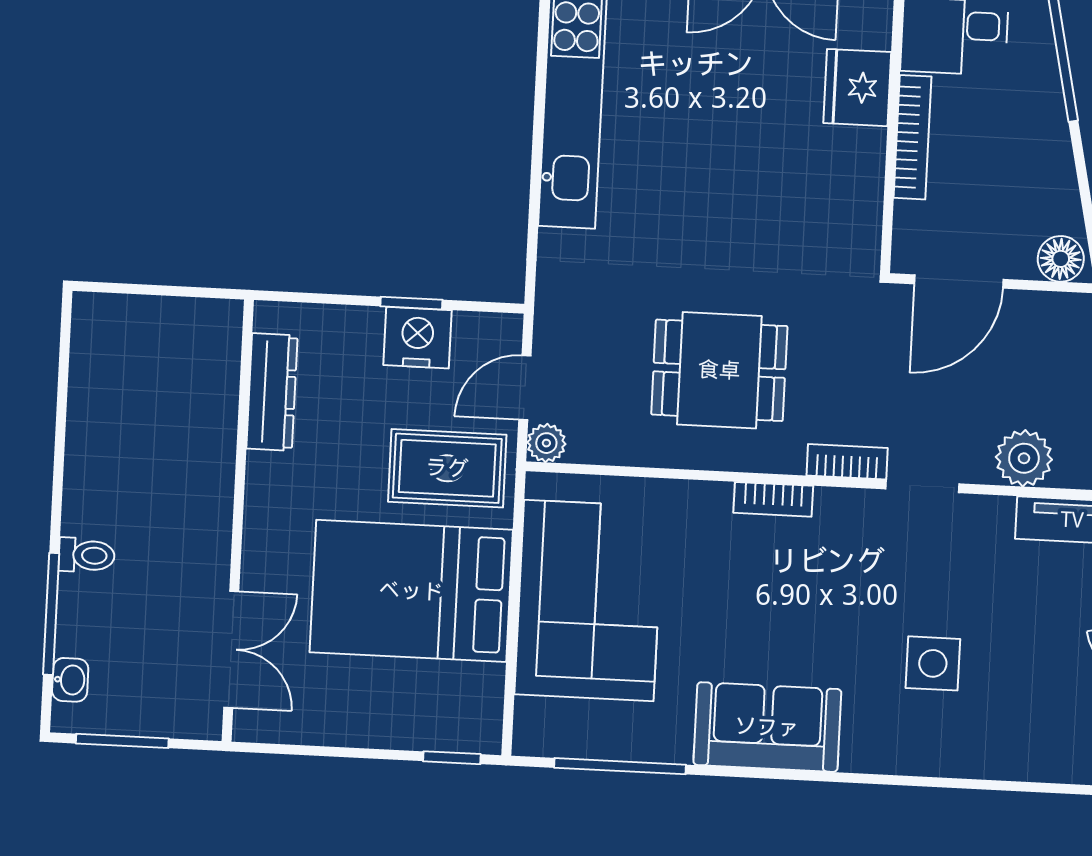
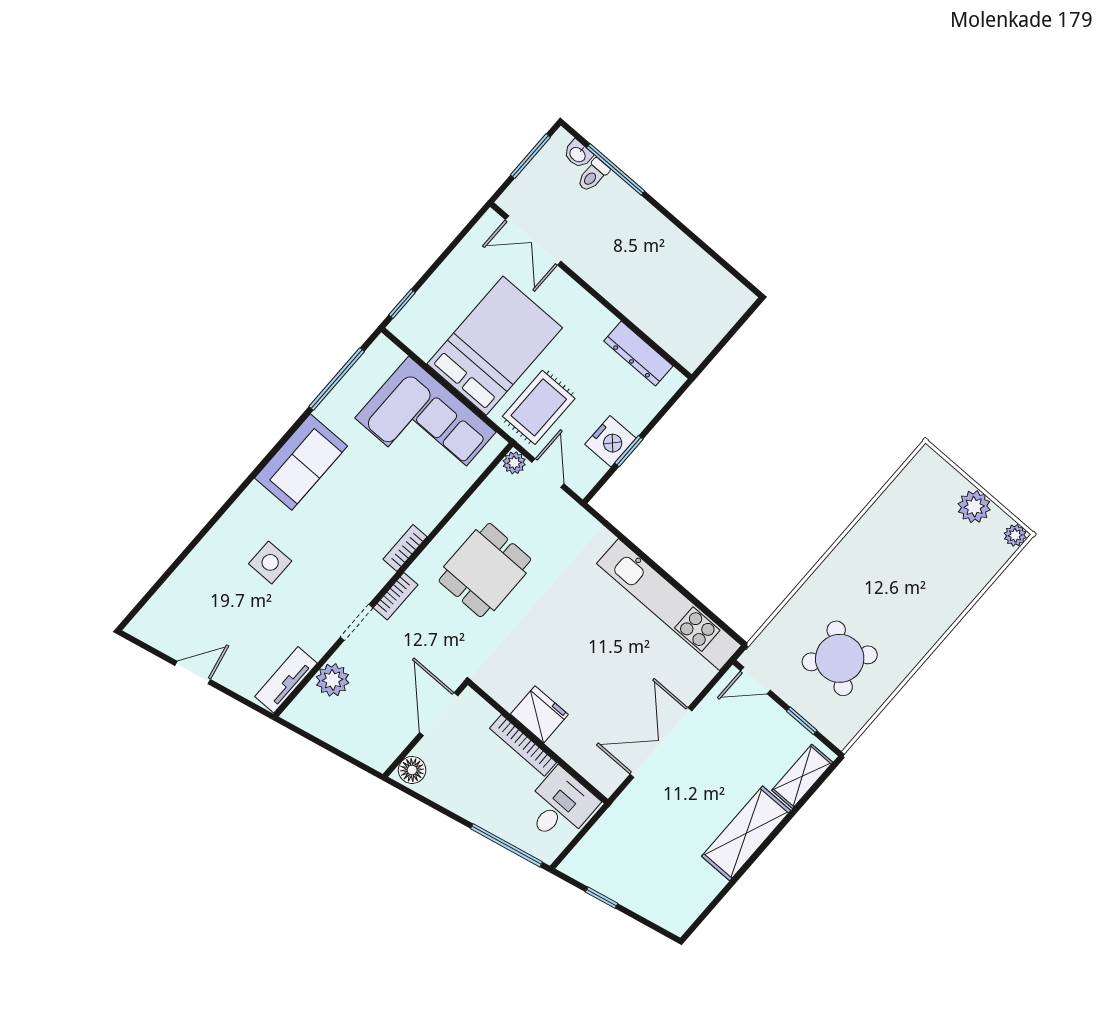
fridge: (857, 88) -> (539, 714), moved
toilet: (87, 555) -> (593, 175), moved

